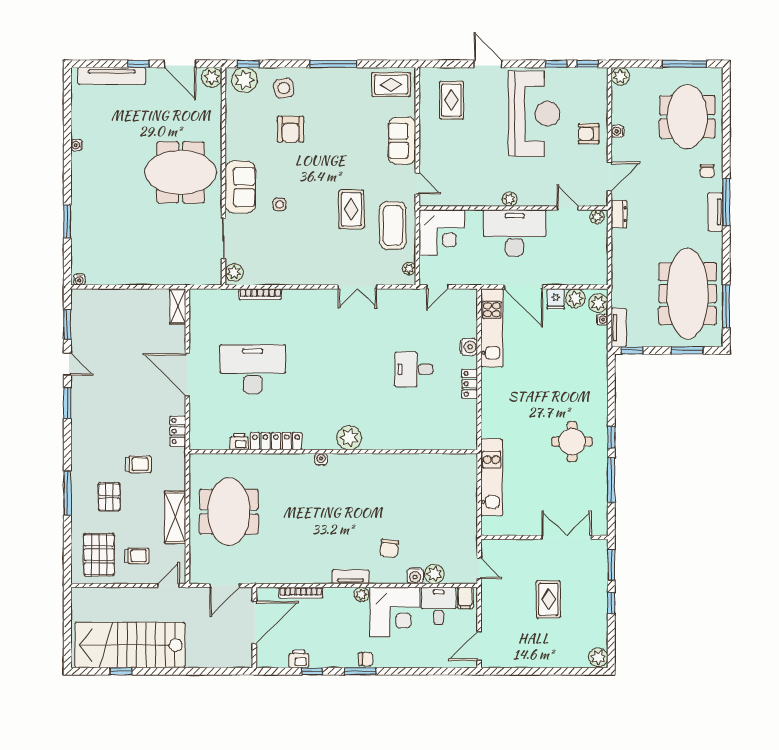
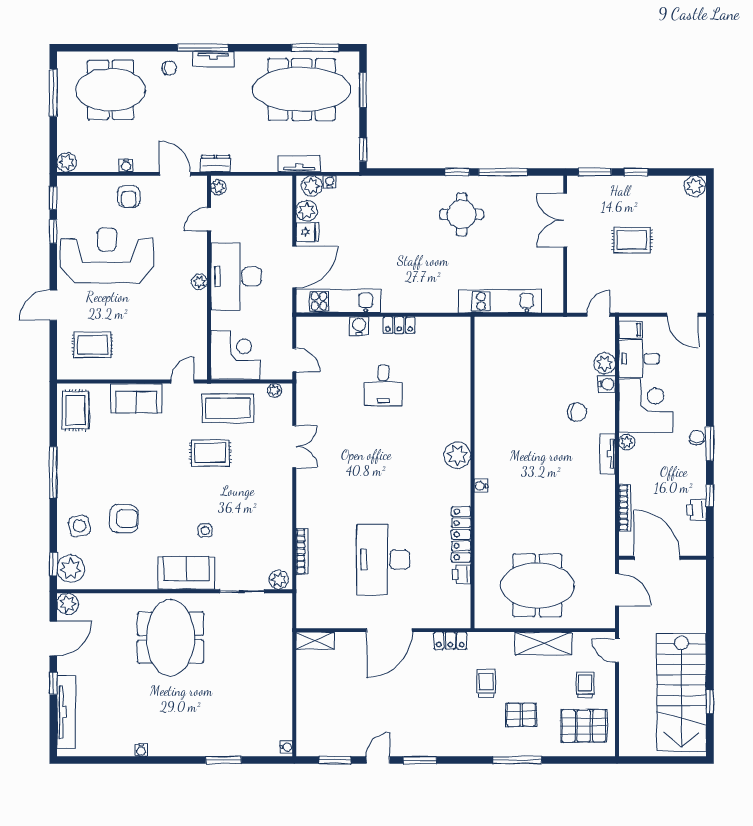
tv unit: (619, 328) -> (299, 164), moved

